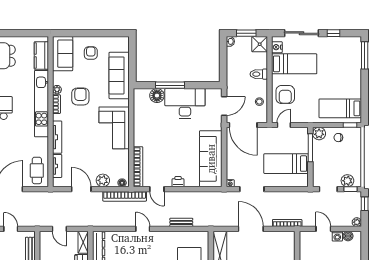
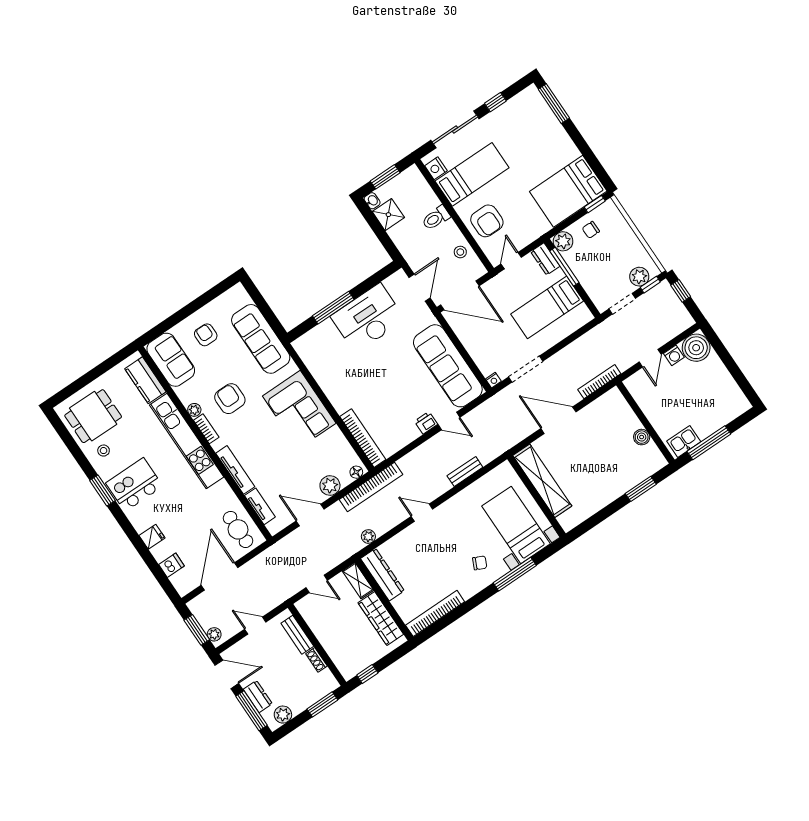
shower: (260, 44) -> (388, 215), moved
floor lamp: (157, 96) -> (326, 332), removed
bed: (340, 108) -> (568, 191), width x1.50
dresser: (303, 137) -> (545, 259), added
door: (157, 189) -> (449, 421), moved
plant: (357, 222) -> (368, 537), moved
door: (323, 229) -> (650, 358), swing flipped
boiler: (348, 236) -> (696, 348), width x1.86, depth x1.86

